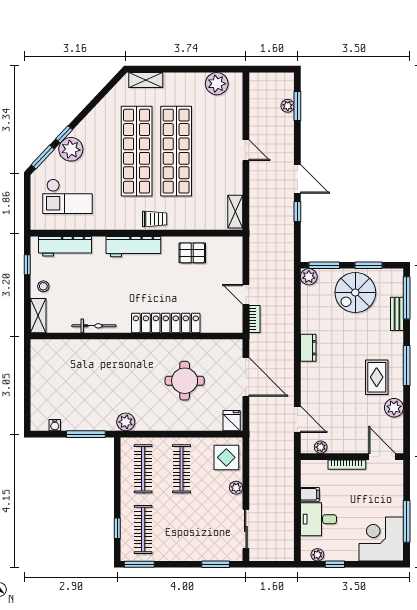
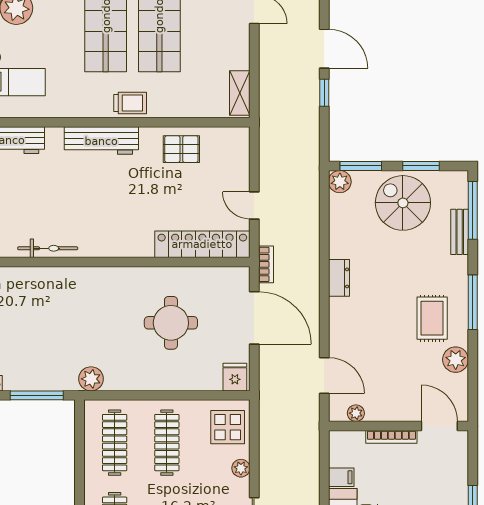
spiral stairs: (355, 293) -> (403, 203), turned 90
bookcase: (255, 319) -> (266, 264), moved
locker: (166, 323) -> (202, 244), moved

